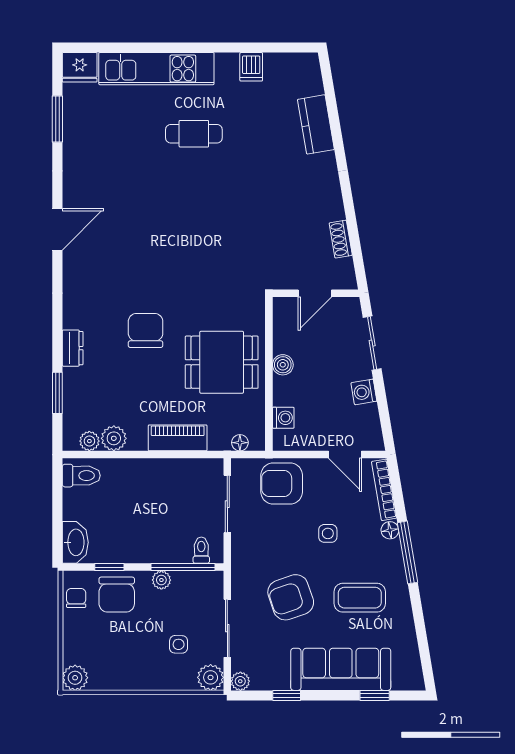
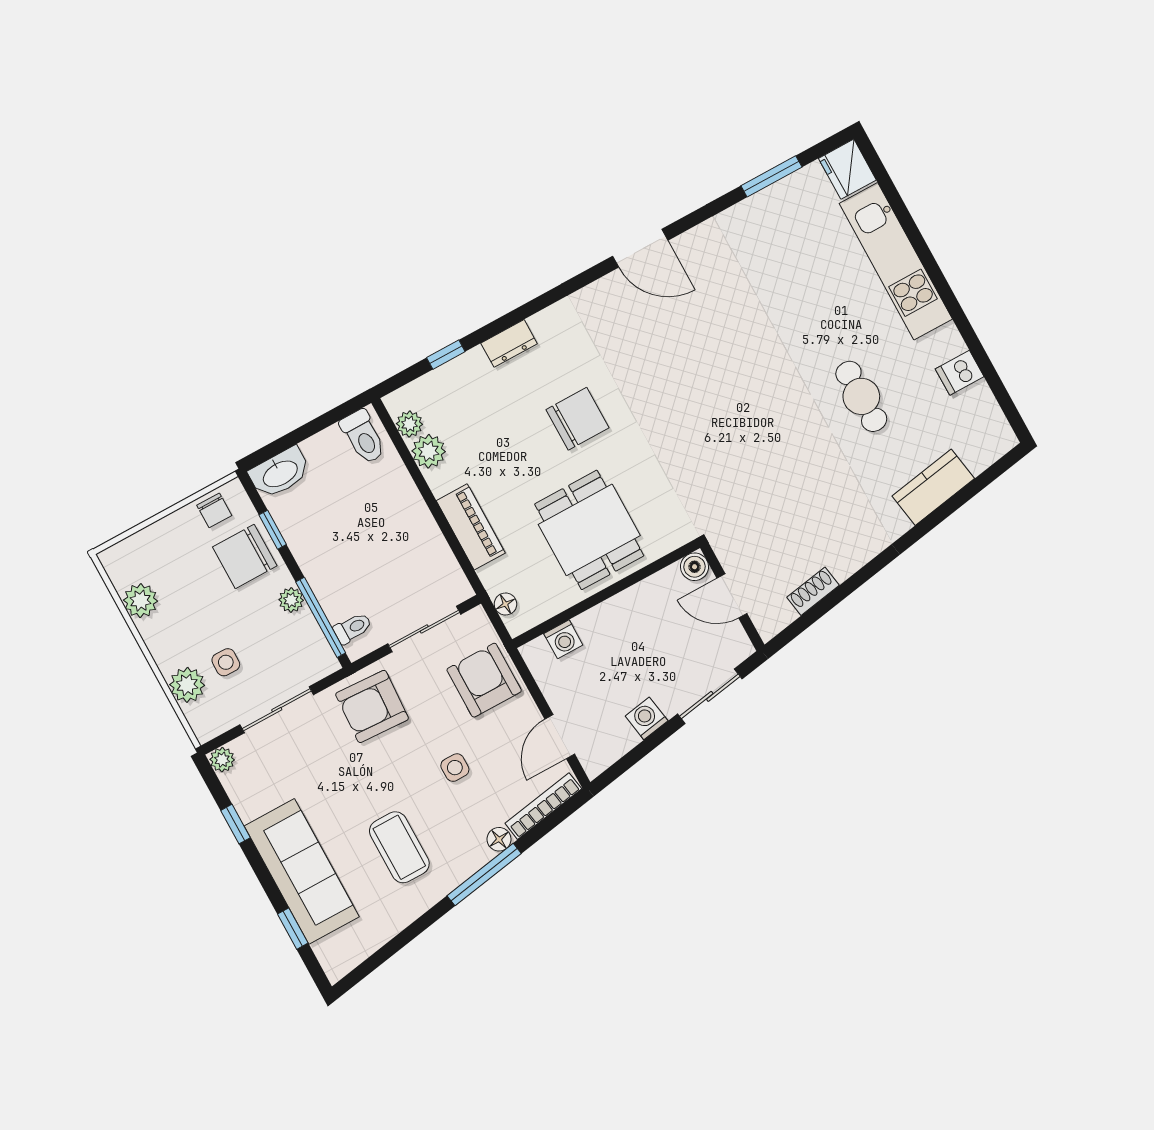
cafe table: (194, 134) -> (861, 396), moved
boiler: (283, 365) -> (695, 567), moved
window: (57, 393) -> (446, 355), width x0.67
armchair: (291, 597) -> (372, 706), moved, turned -68
chair: (76, 598) -> (214, 510), turned 90
plant: (211, 677) -> (187, 685), moved
plant: (75, 678) -> (141, 601), moved

